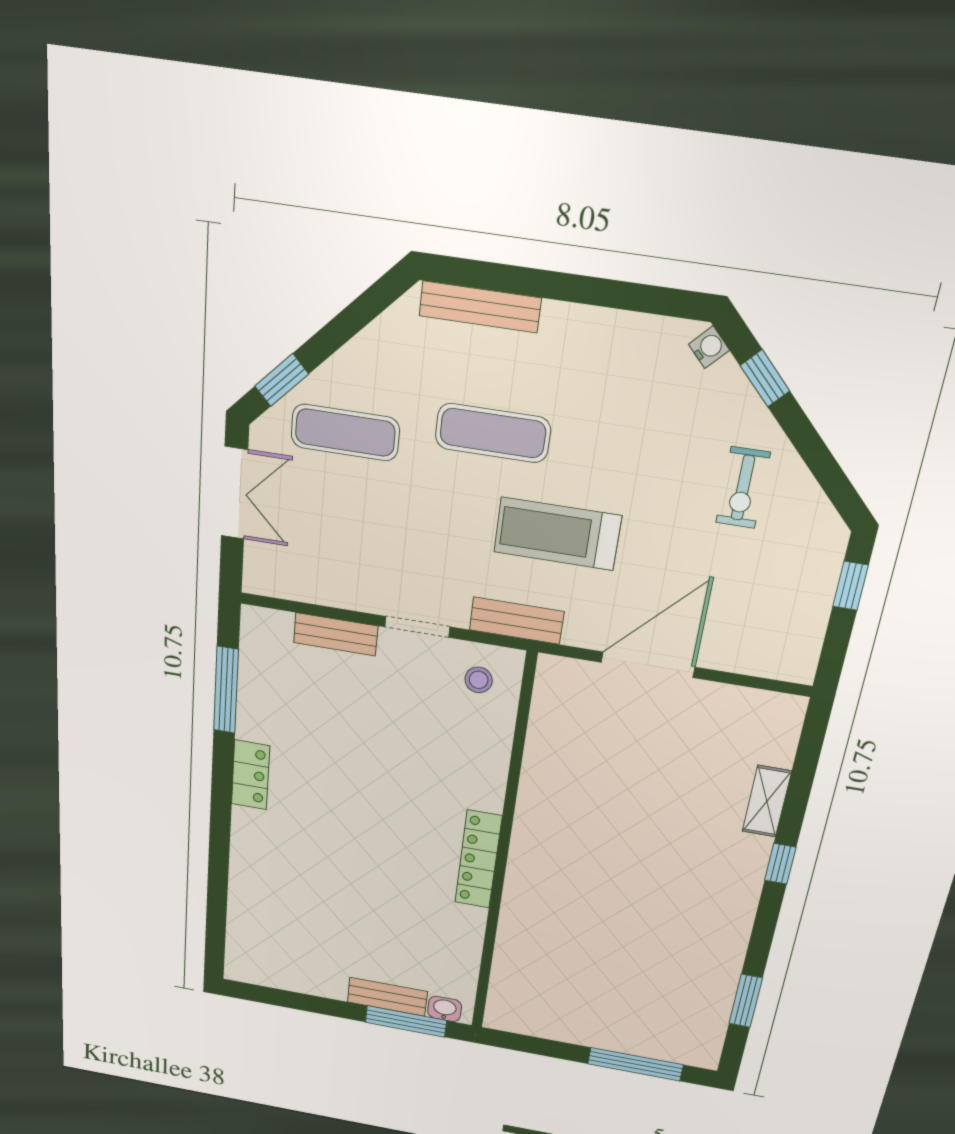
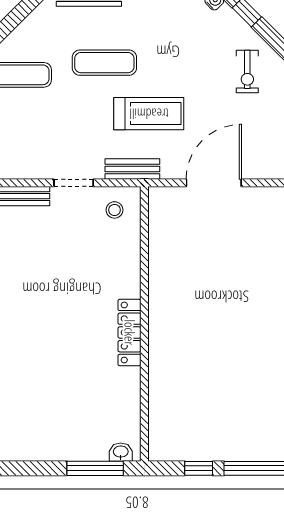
treadmill: (557, 534) -> (149, 114), turned 180
bench: (387, 997) -> (80, 451), removed
window: (553, 1049) -> (199, 468), added

